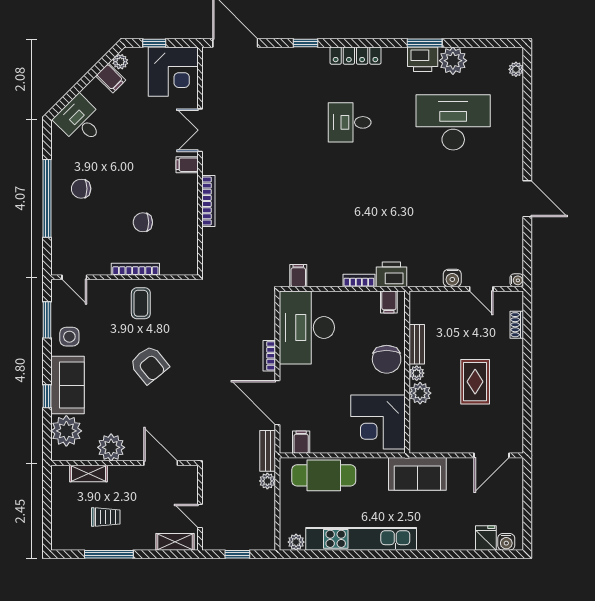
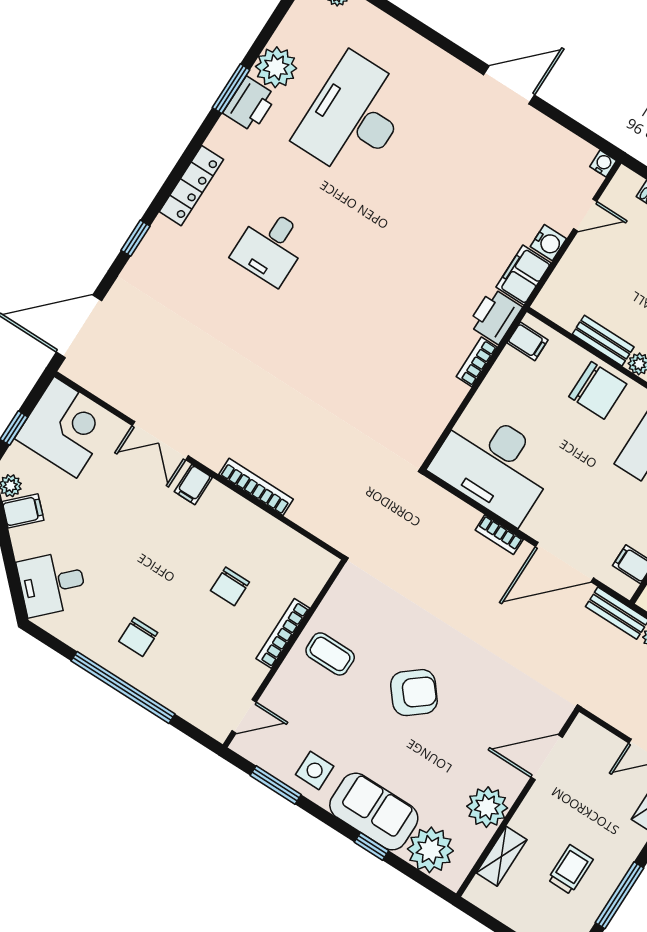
filing cabinet: (298, 276) -> (524, 275), moved, width x2.00

